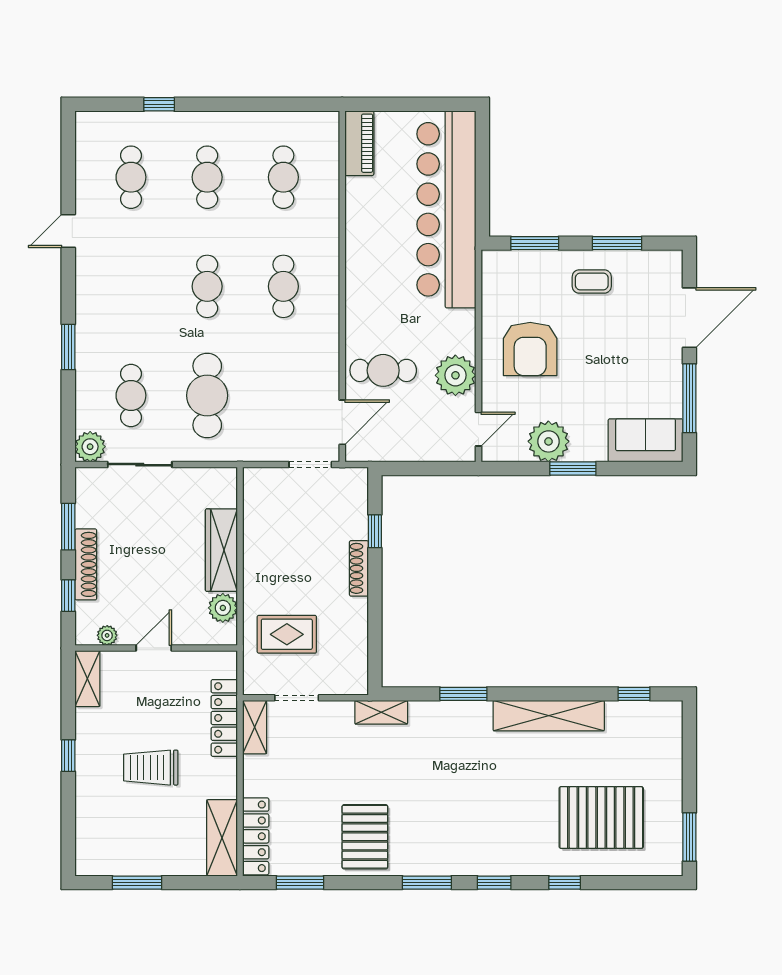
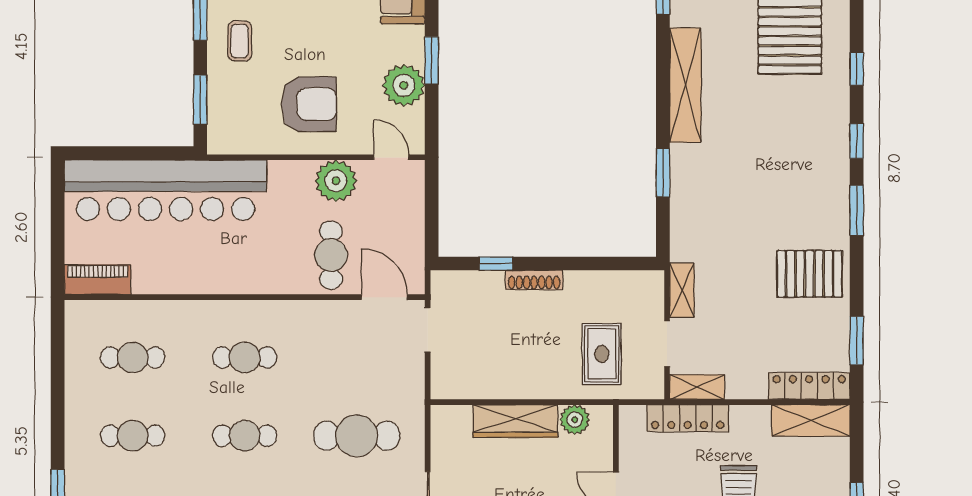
shelving: (381, 712) -> (682, 290), moved

